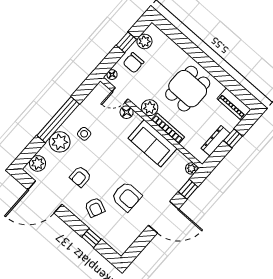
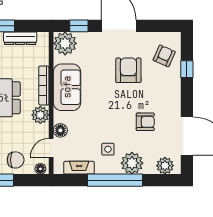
door: (120, 95) -> (51, 148), swing flipped
fireplace: (89, 102) -> (79, 168), added
plant: (191, 168) -> (65, 43), width x1.88, depth x1.88
armchair: (95, 207) -> (164, 56), moved

